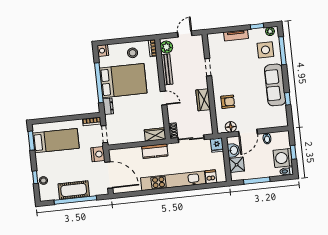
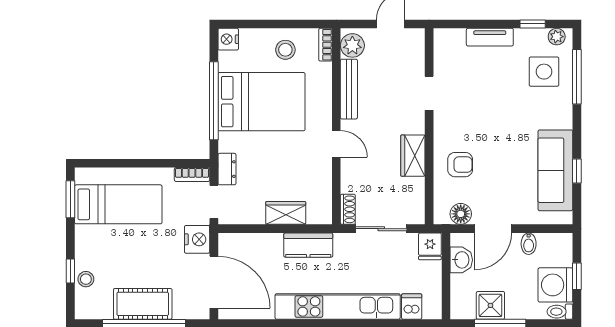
sofa: (275, 85) -> (555, 170), moved
dresser: (108, 106) -> (227, 169), moved
wardrobe: (155, 134) -> (286, 213), moved
shower: (237, 165) -> (490, 305), moved

